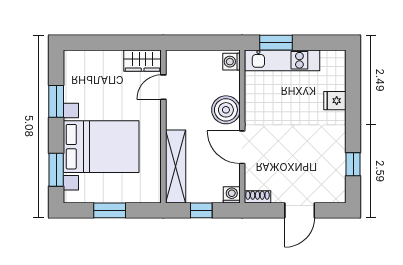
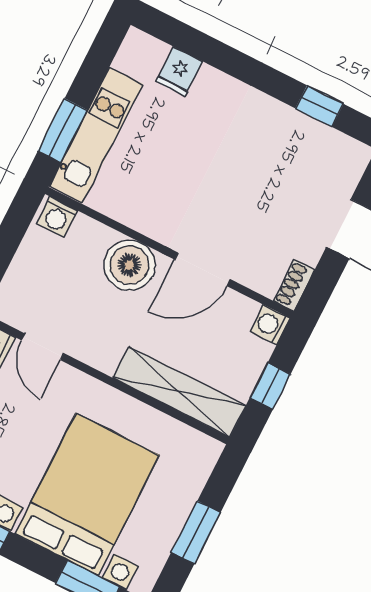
fridge: (335, 101) -> (179, 71), moved

